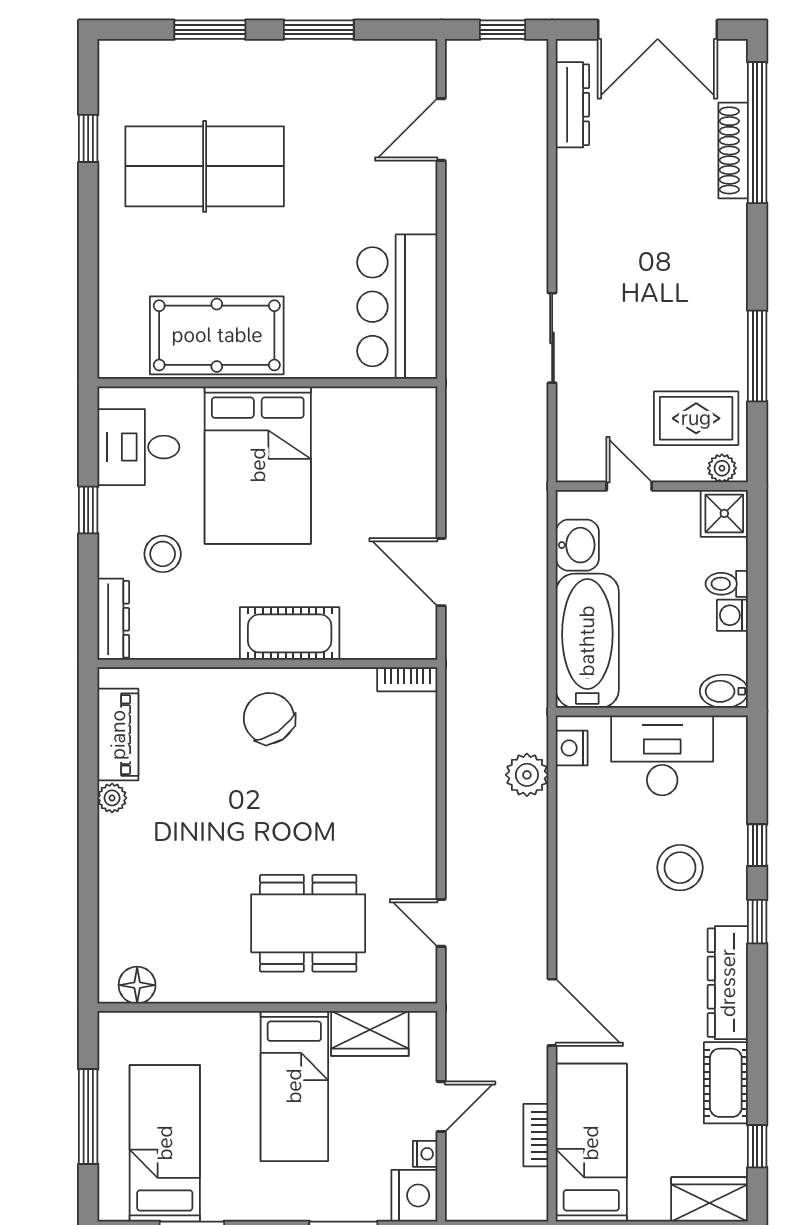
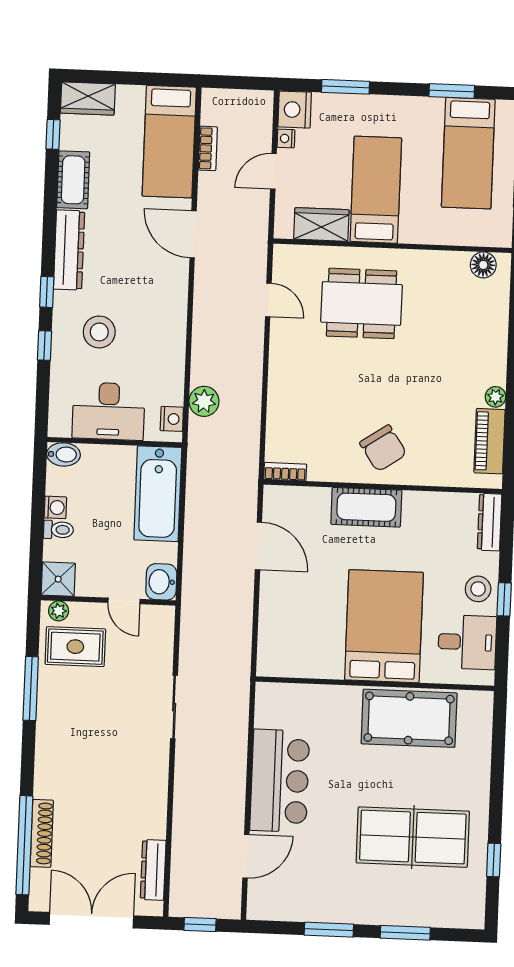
bar counter: (397, 307) -> (280, 781), moved
washbasin: (577, 545) -> (161, 582), moved
stool: (163, 554) -> (478, 589), moved

